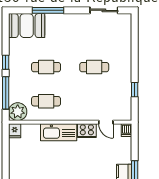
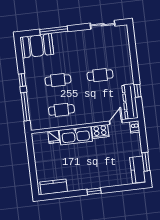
dresser: (125, 101) -> (130, 101), added
plant: (18, 112) -> (38, 122), removed
door: (106, 122) -> (116, 122), swing flipped
fridge: (15, 131) -> (54, 137), moved

